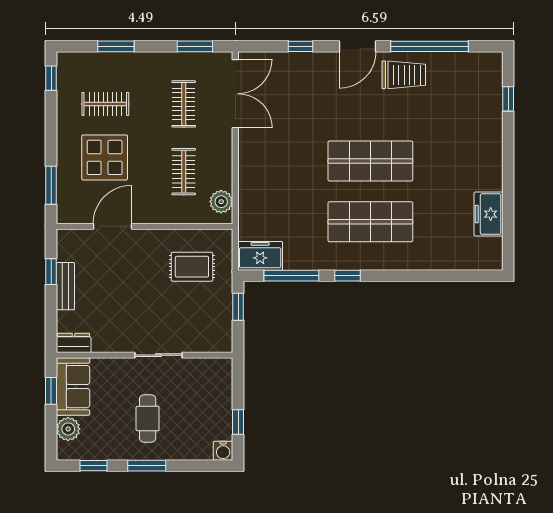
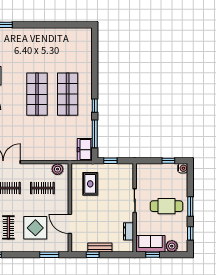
freezer: (489, 214) -> (64, 35), removed
dresser: (74, 343) -> (129, 231), moved
cafe table: (148, 418) -> (167, 206), width x1.37, depth x1.35

